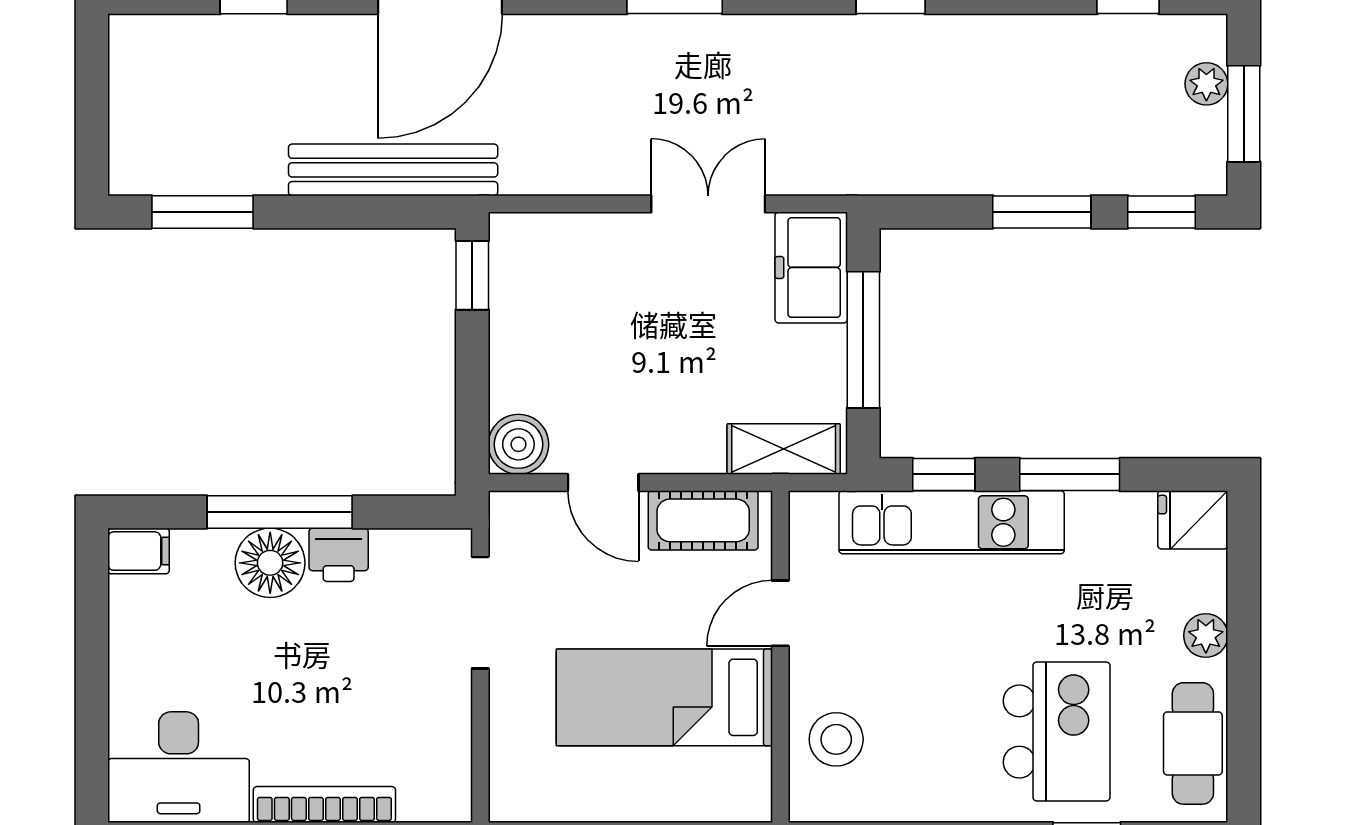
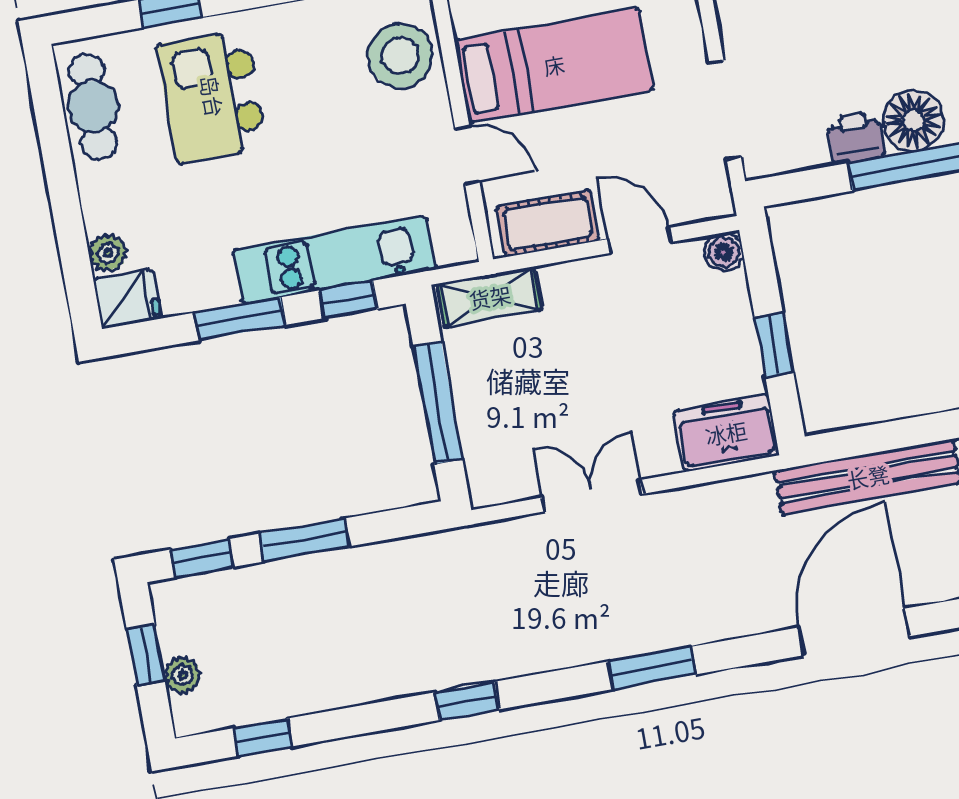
window: (1244, 114) -> (146, 655), width x0.67
double door: (708, 204) -> (592, 496), swing flipped
freezer: (811, 267) -> (726, 433), moved, turned -90
window: (472, 275) -> (774, 345), moved
boiler: (518, 444) -> (724, 252), width x0.73, depth x0.73
door: (780, 613) -> (467, 155), hinge flipped
plant: (1206, 636) -> (108, 253), moved
stool: (836, 739) -> (400, 56), width x1.38, depth x1.38

